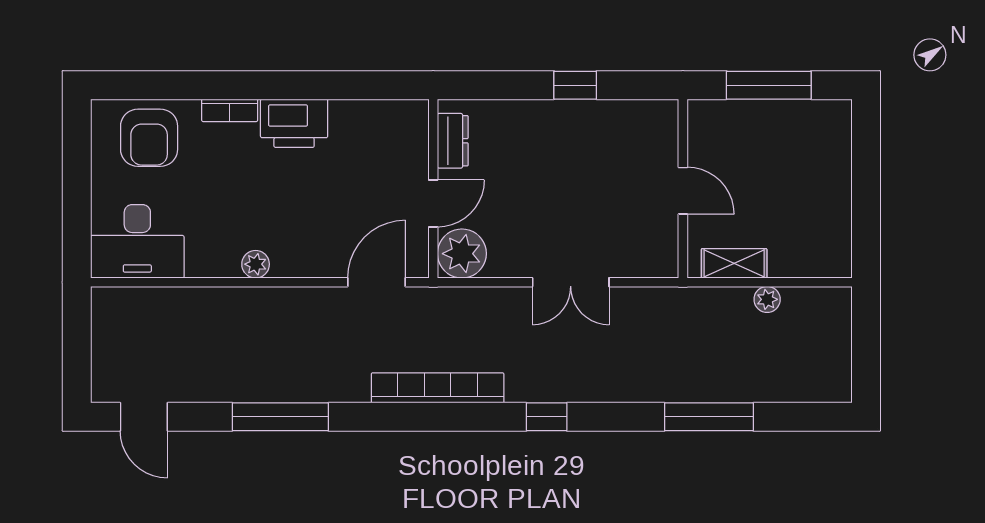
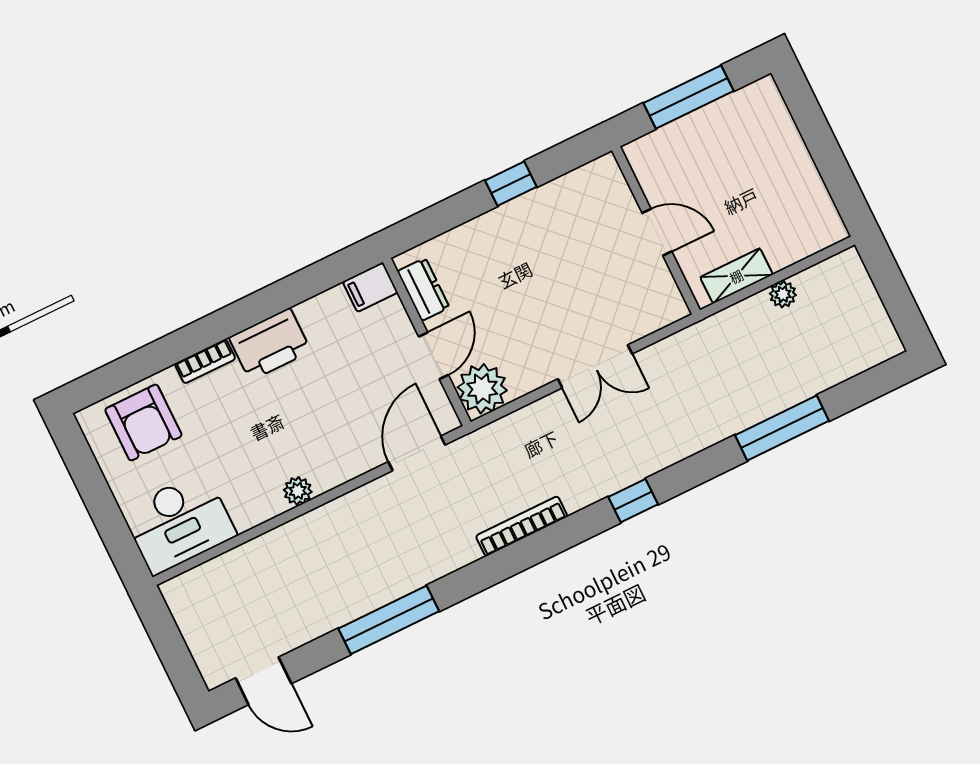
filing cabinet: (407, 116) -> (370, 287), added
bookcase: (438, 388) -> (522, 526), width x0.68, depth x0.76

